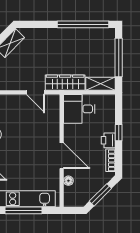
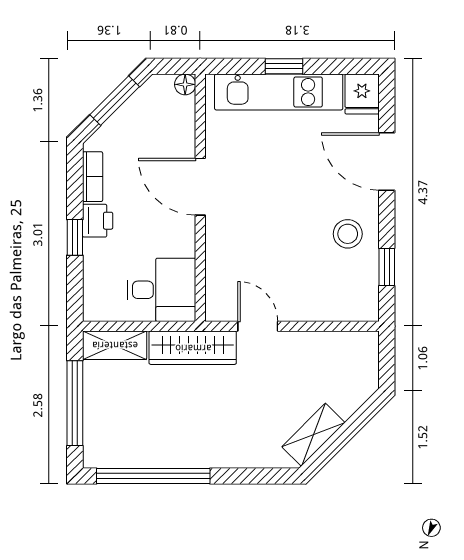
floor lamp: (68, 181) -> (185, 84), moved
window: (24, 210) -> (284, 66), width x0.46

